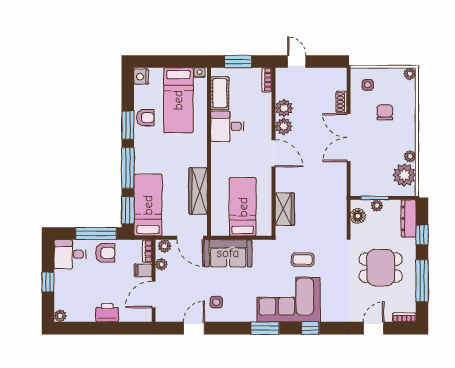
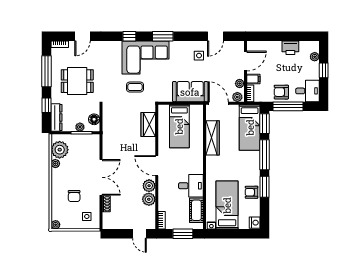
printer: (107, 313) -> (290, 48), moved
plant: (60, 316) -> (315, 57), moved

